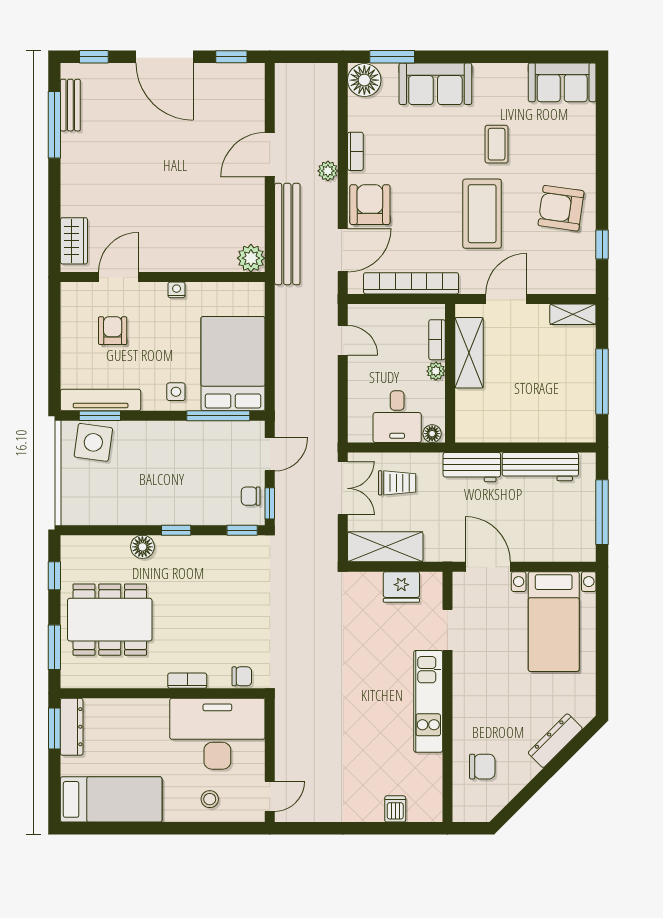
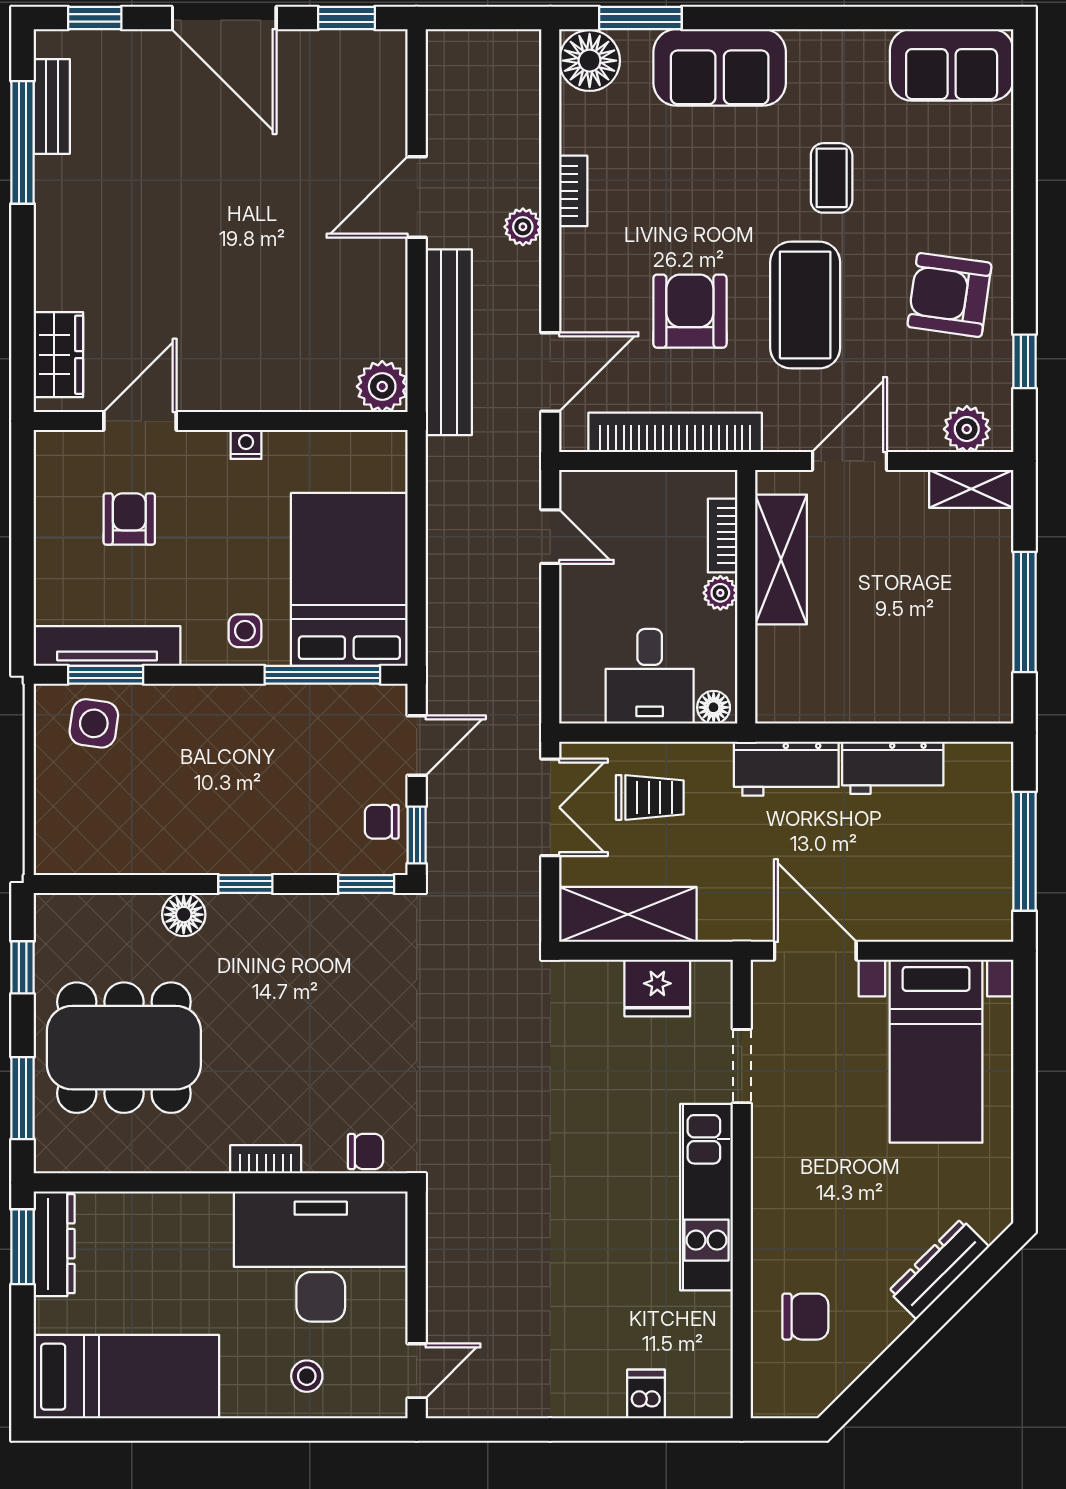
armchair: (370, 205) -> (690, 311), moved
plant: (570, 281) -> (967, 429), added
side table: (93, 442) -> (94, 723), width x0.73, depth x0.73
workbench: (540, 467) -> (893, 768), width x0.73

